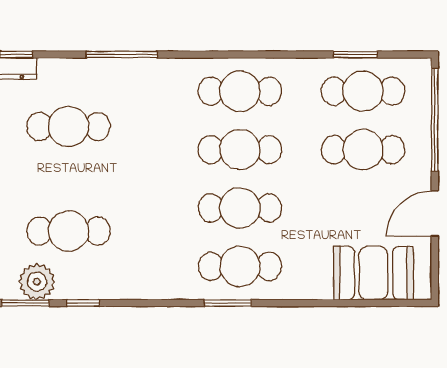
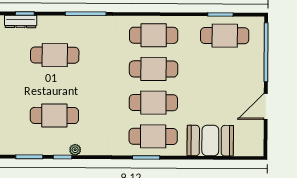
cafe table: (363, 150) -> (225, 69), removed
booth: (373, 273) -> (210, 141), moved
plant: (37, 282) -> (75, 150), moved, width x0.53, depth x0.53

